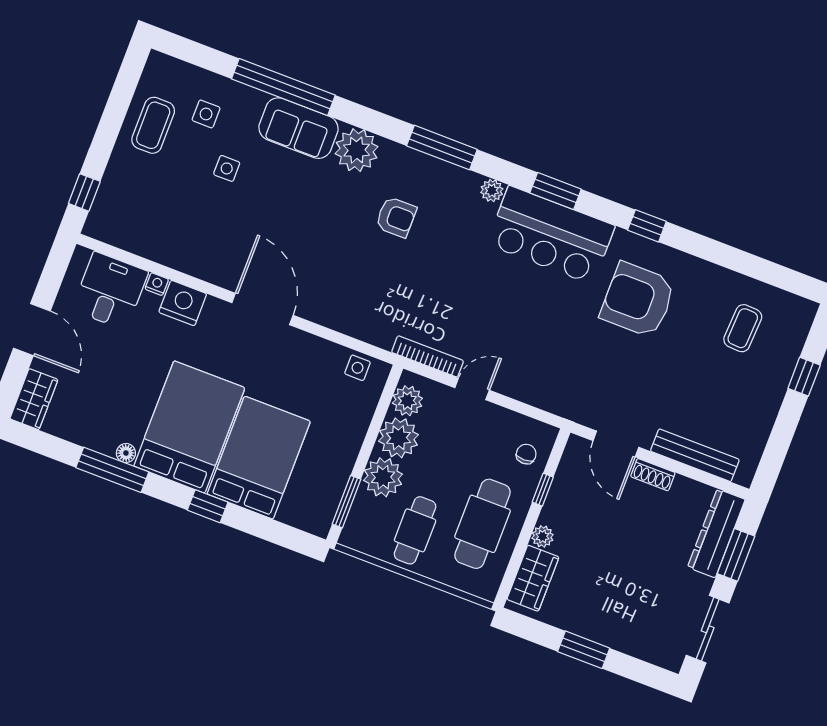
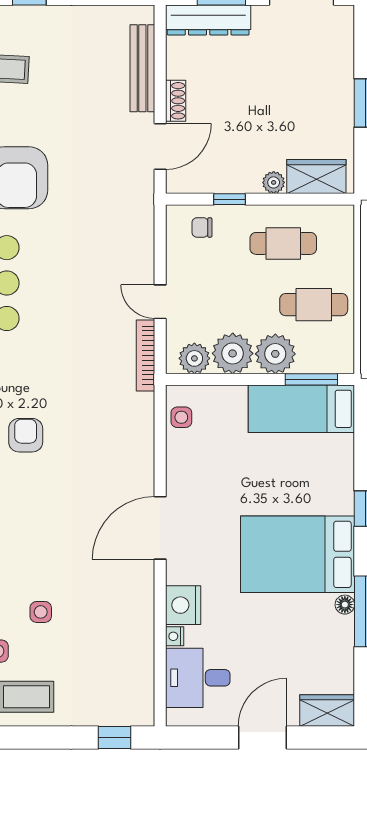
bed: (259, 458) -> (301, 409), moved, width x0.67
cafe table: (483, 524) -> (283, 243), width x0.73, depth x0.74

